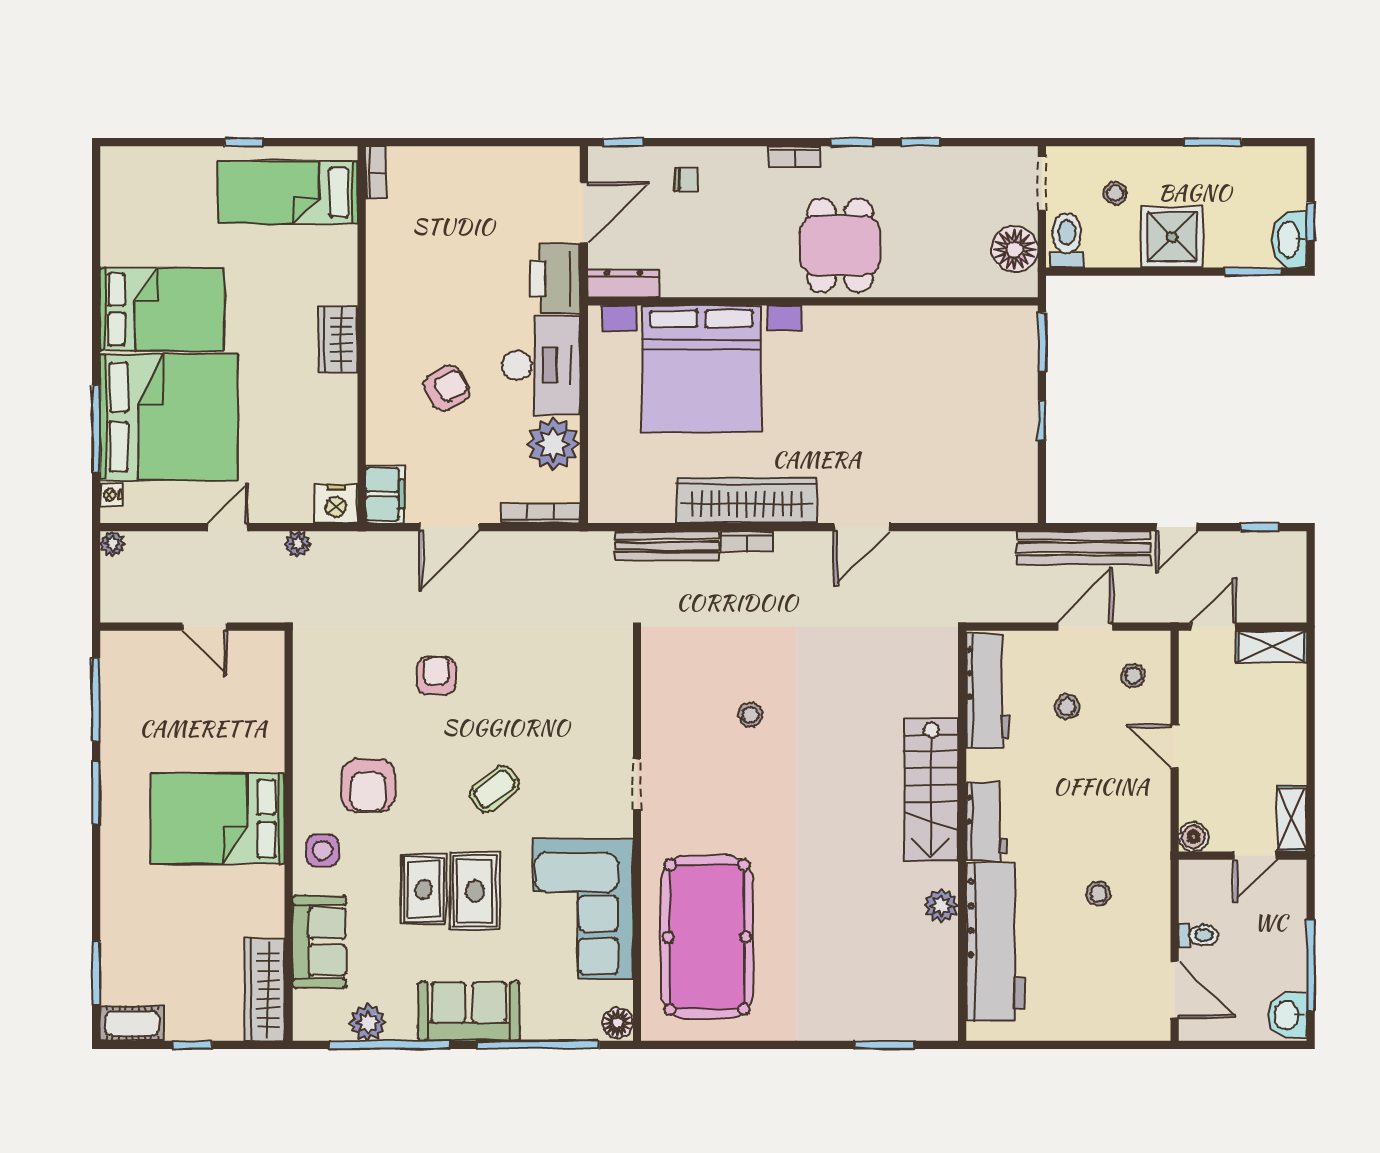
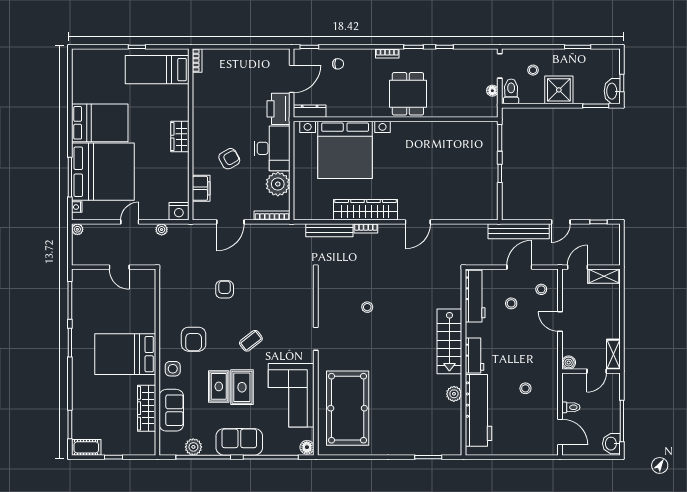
floor lamp: (1015, 249) -> (492, 91), width x0.53, depth x0.53
filing cabinet: (385, 494) -> (201, 188), moved
wardrobe: (265, 990) -> (147, 408), moved

